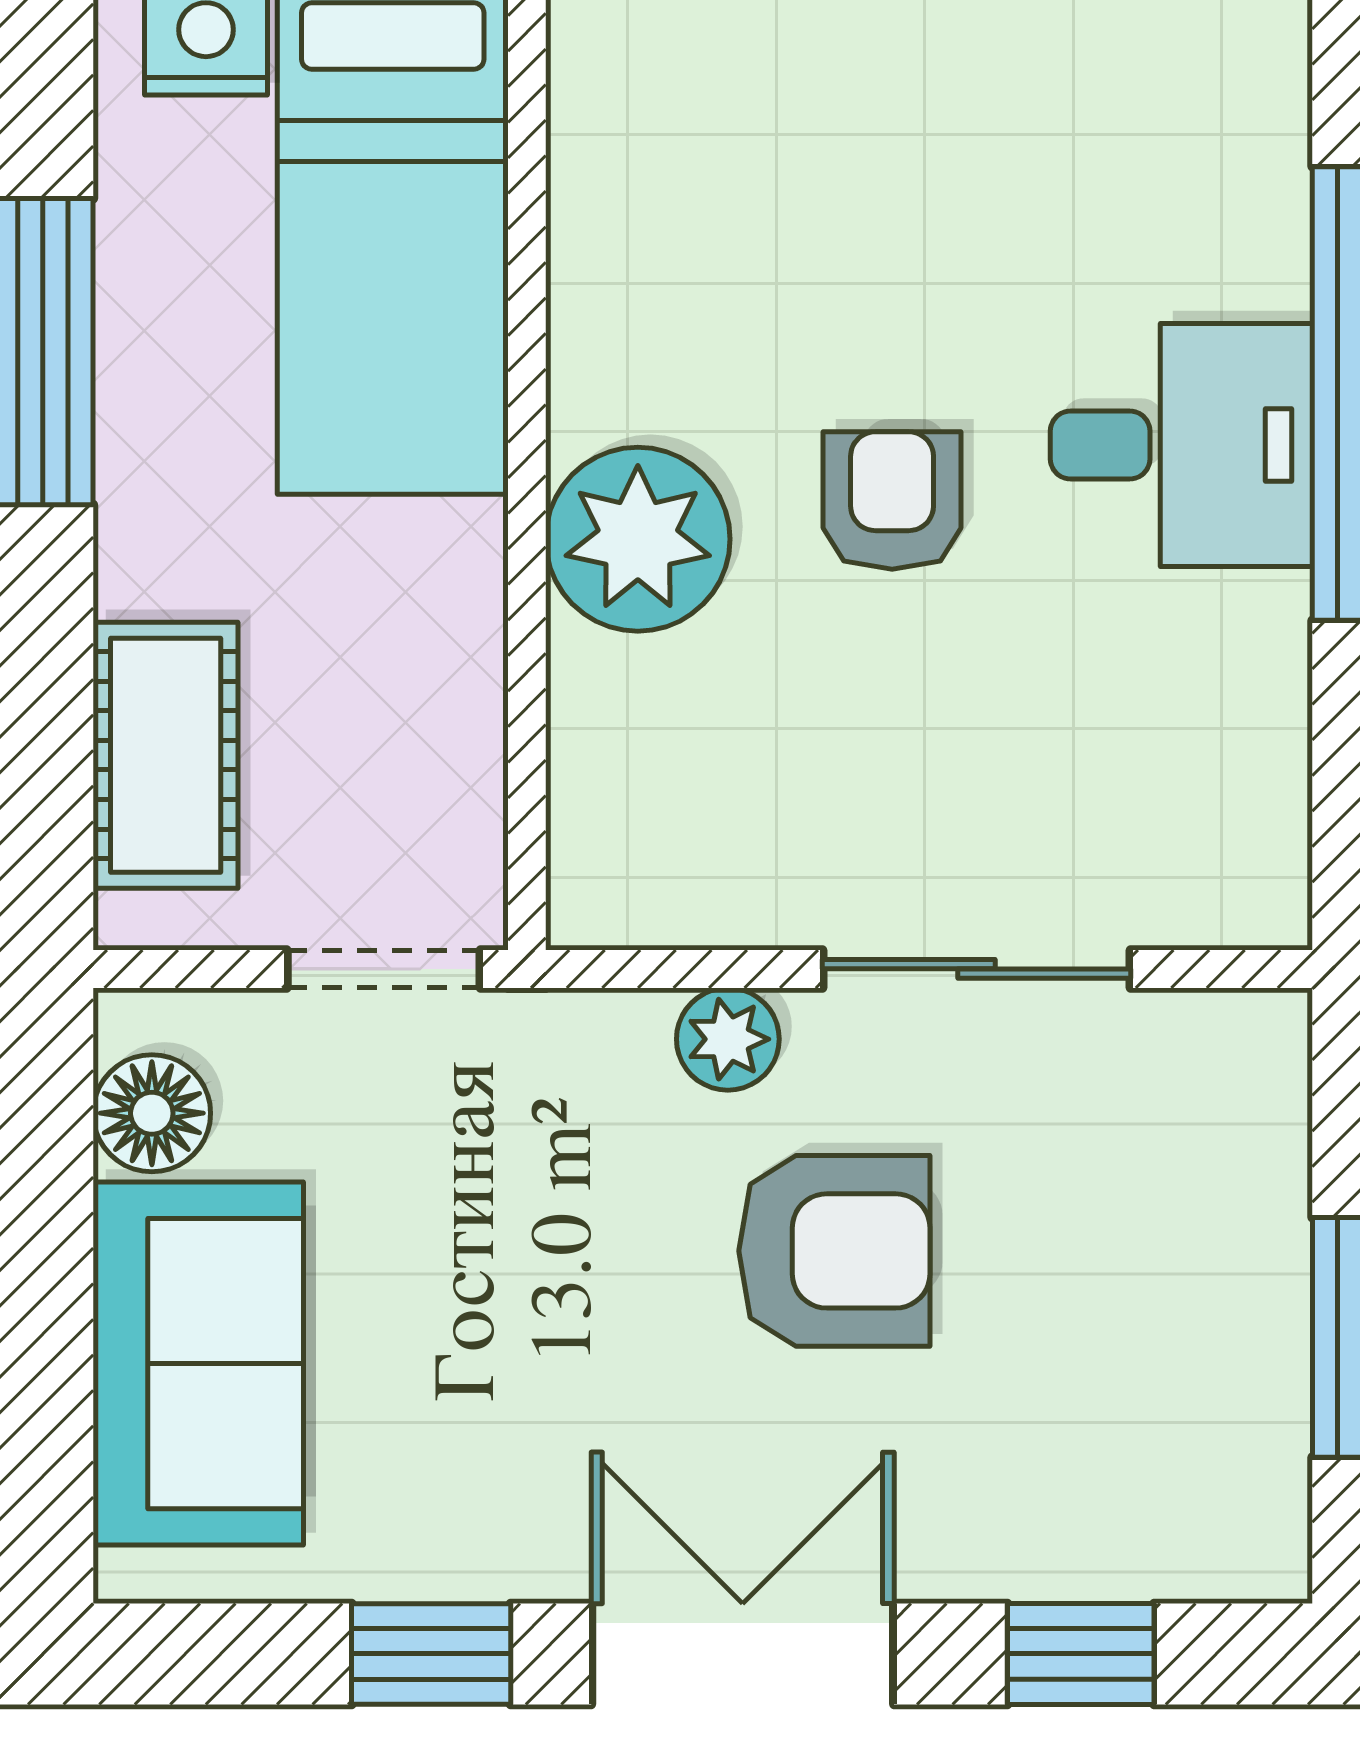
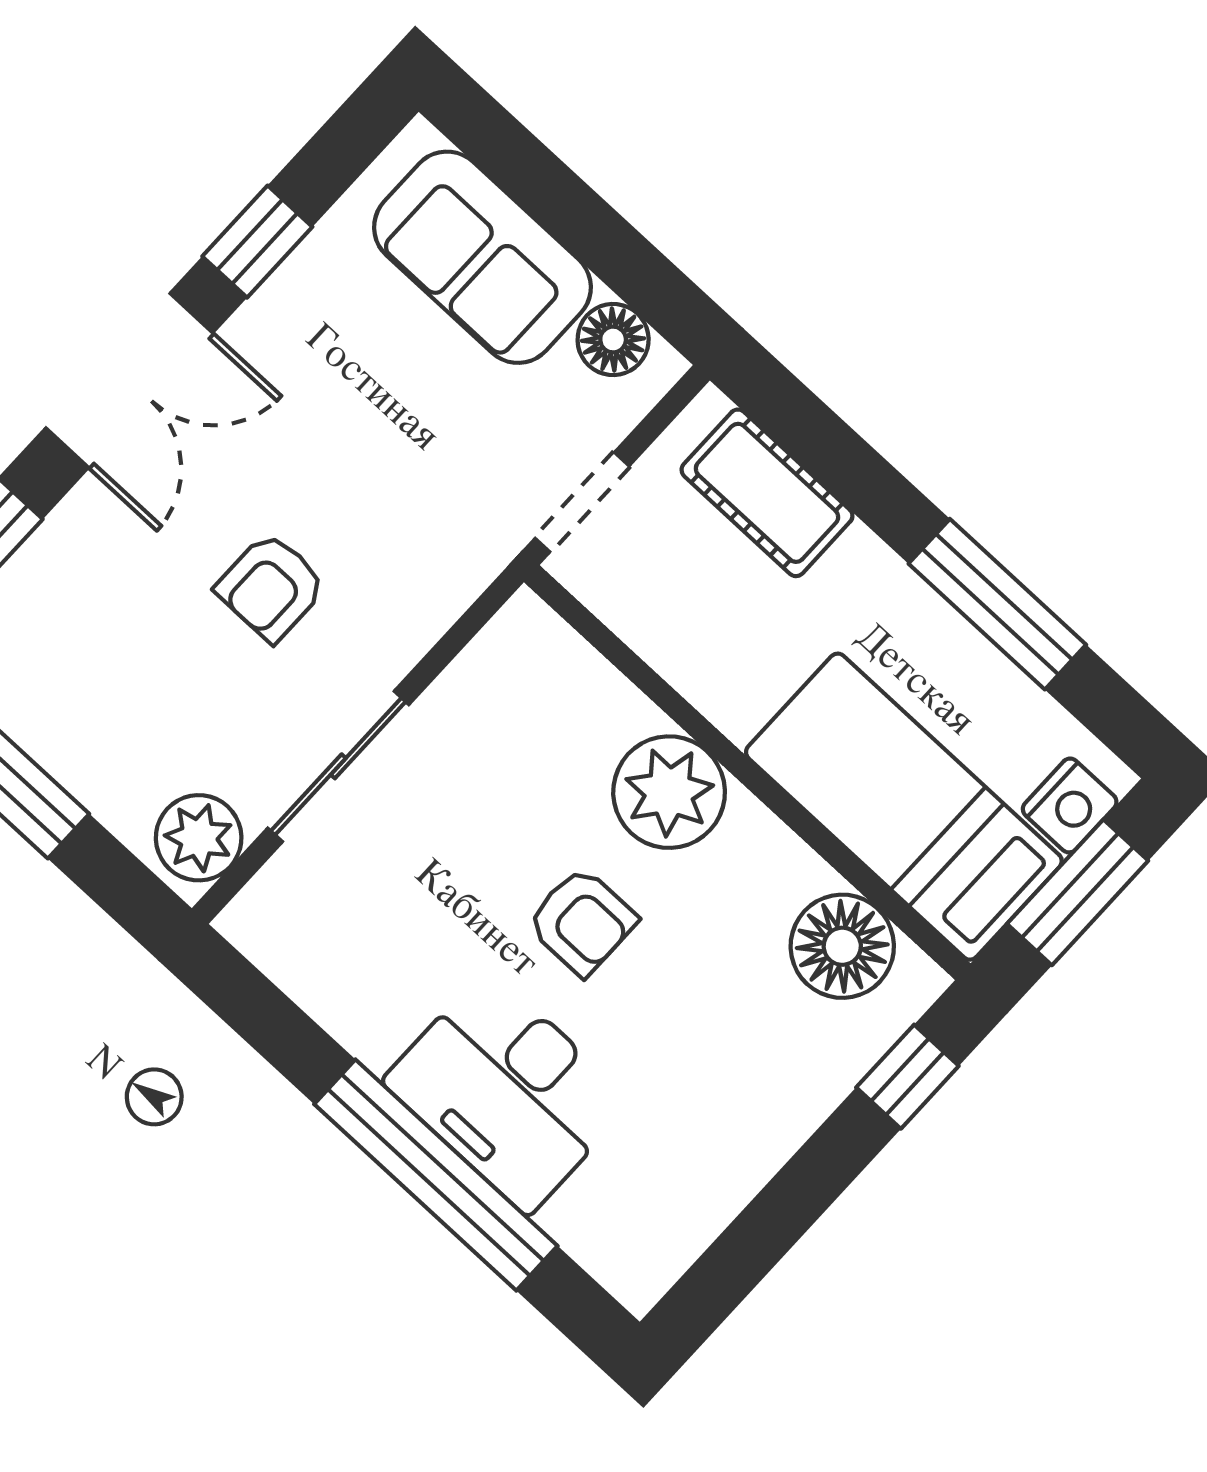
floor lamp: (631, 157) -> (842, 946), added
desk: (1181, 445) -> (508, 1092), width x1.37
plant: (728, 1039) -> (199, 838), moved, width x1.38, depth x1.38
armchair: (834, 1251) -> (271, 587), width x0.72, depth x0.72

